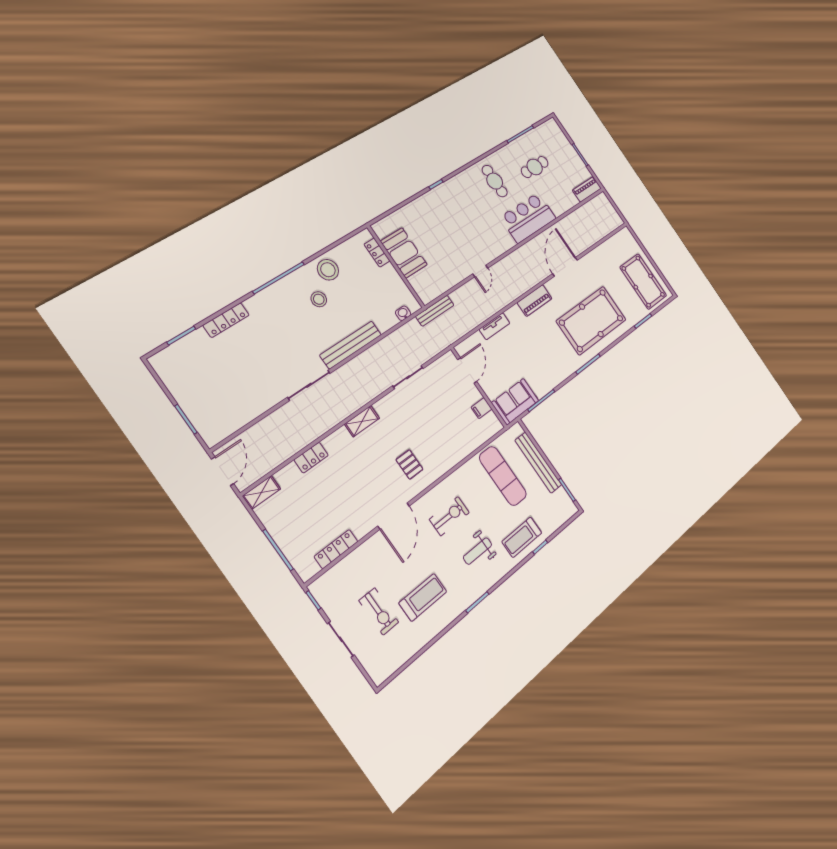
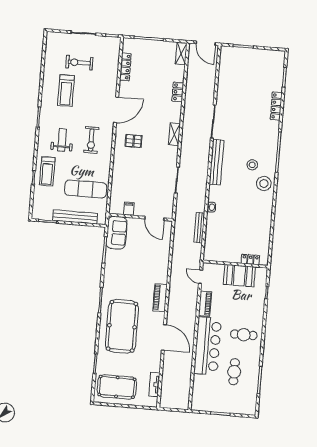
piano: (587, 189) -> (205, 304), moved
bar counter: (528, 218) -> (208, 346), width x1.36
locker: (377, 253) -> (250, 259), moved
booth: (404, 253) -> (239, 276), moved
wall: (396, 267) -> (235, 264), moved
tv unit: (495, 326) -> (154, 384), moved
door: (394, 516) -> (116, 110), swing flipped
treadmill: (522, 537) -> (47, 171), turned 180

